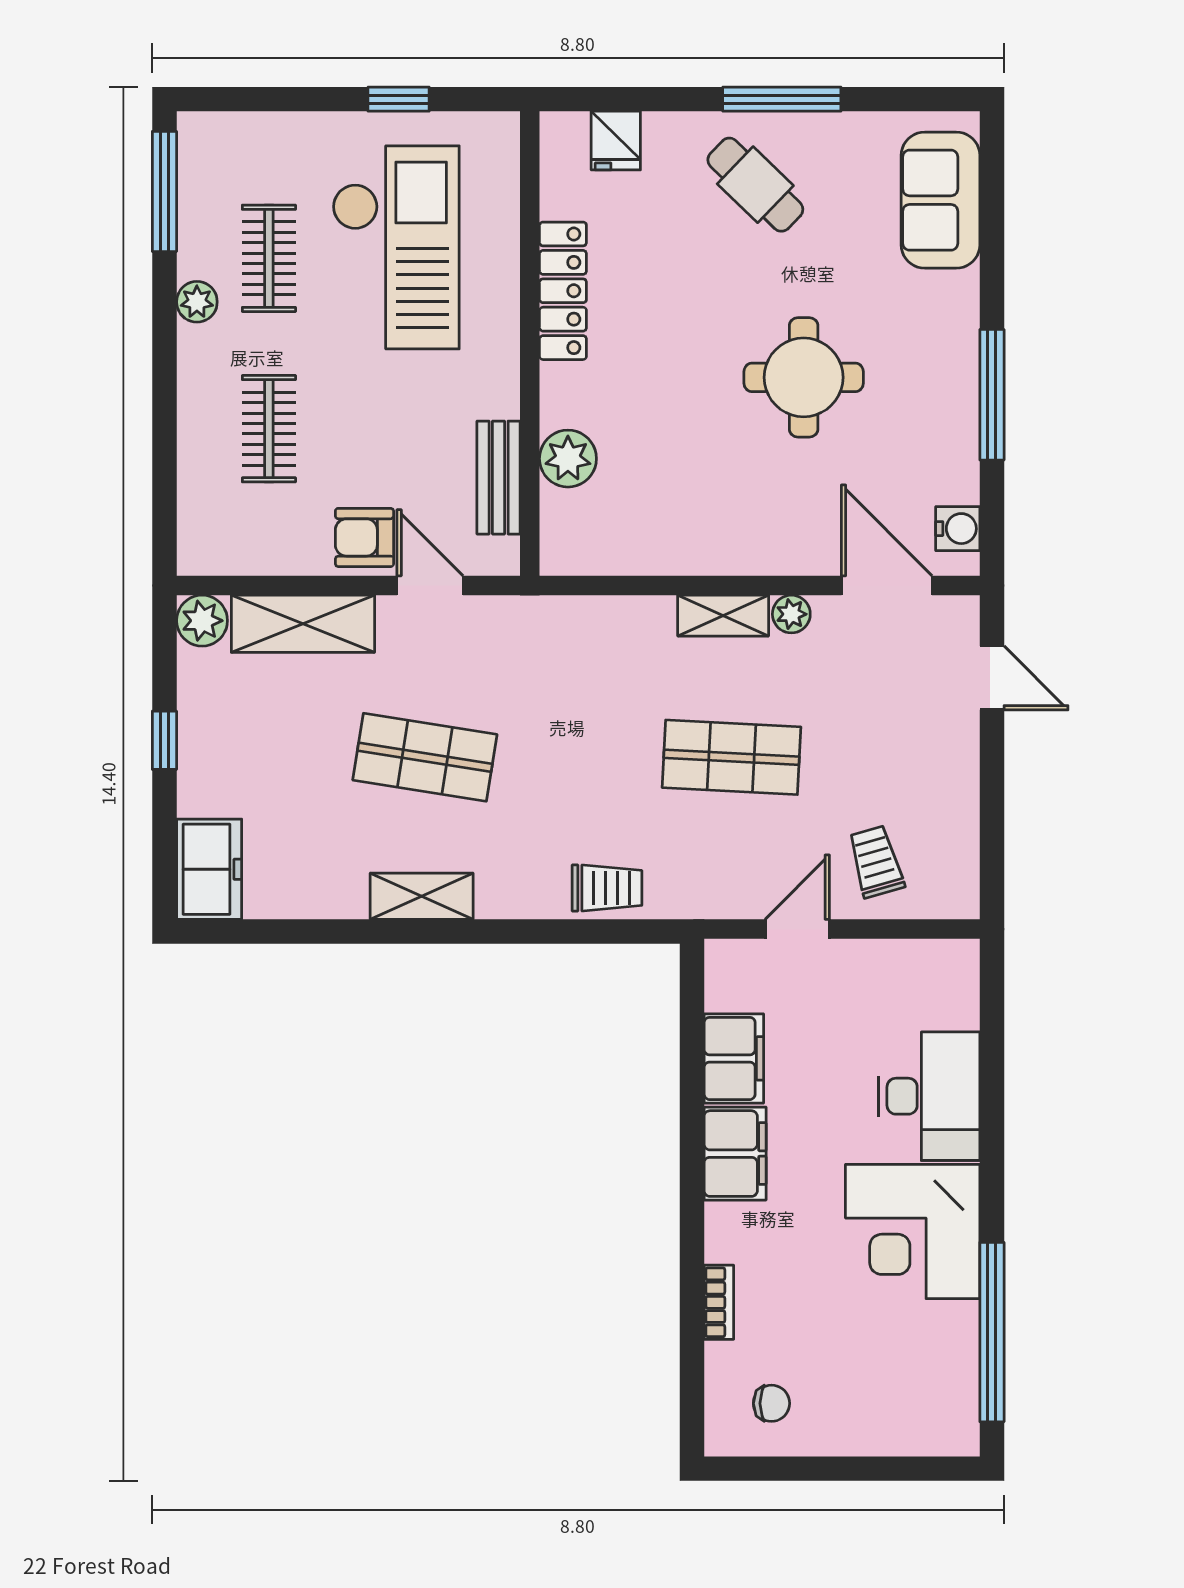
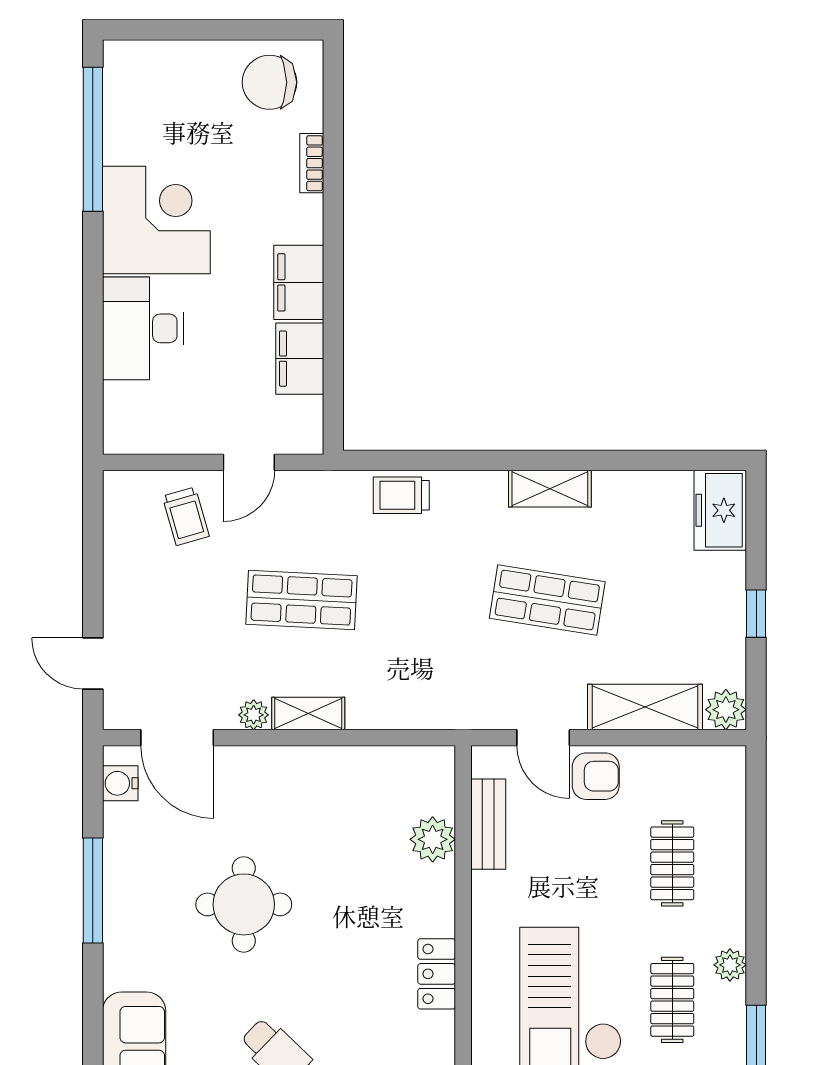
locker: (563, 291) -> (437, 974), width x0.66
chair: (771, 1403) -> (269, 82), width x1.87, depth x1.87

